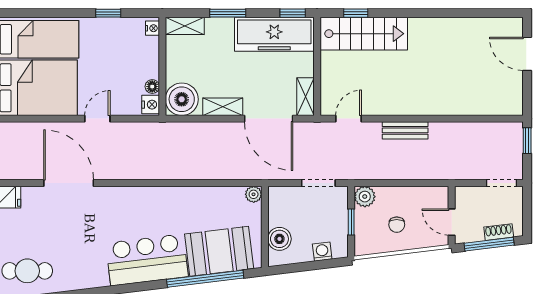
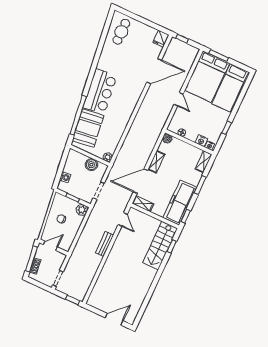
boiler: (182, 99) -> (167, 139), width x0.54, depth x0.54
nightstand: (151, 105) -> (201, 141), moved
boiler: (279, 239) -> (91, 165), moved

